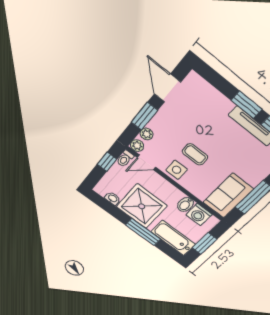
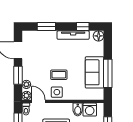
window: (247, 105) -> (46, 27), moved
door: (146, 162) -> (38, 101), swing flipped
sofa: (228, 196) -> (95, 72), moved

